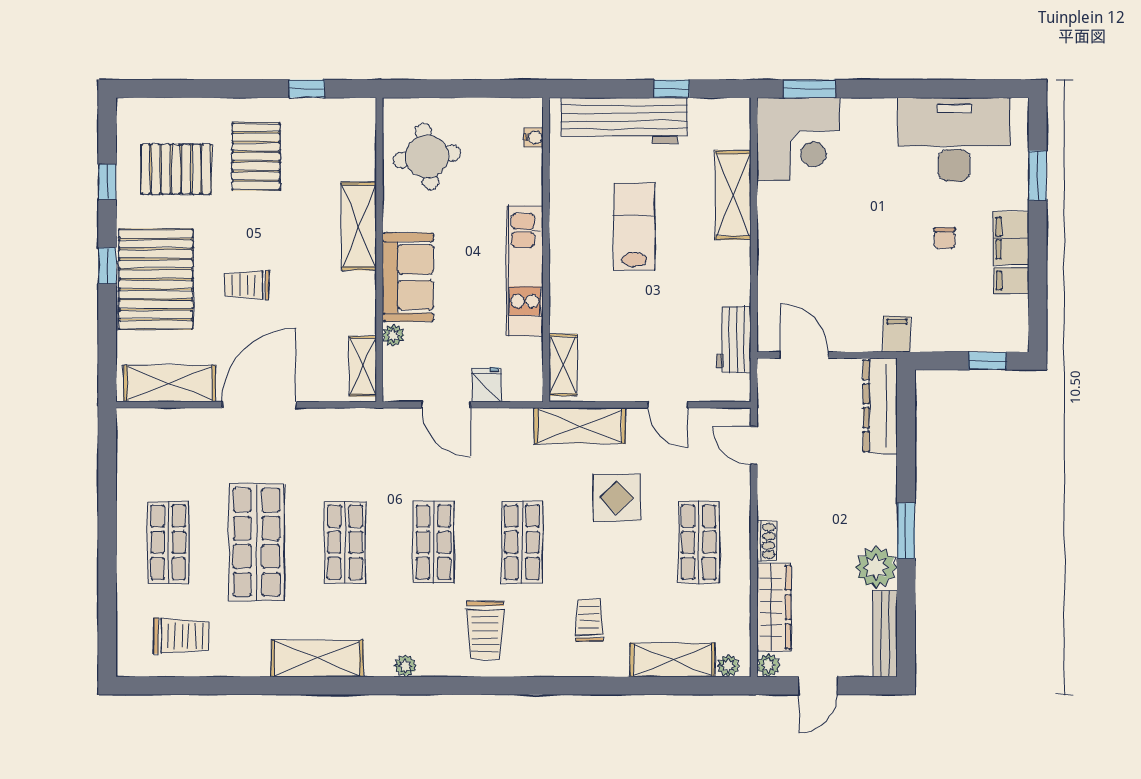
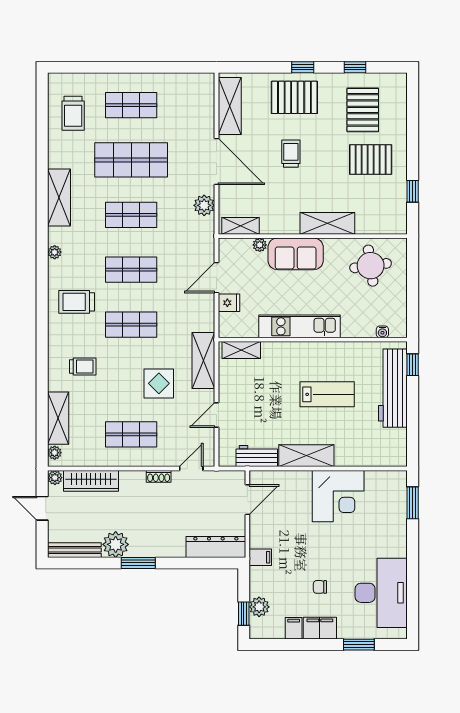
window: (672, 89) -> (413, 365), moved
corner desk: (798, 139) -> (338, 496), moved, turned -90
shelving: (733, 195) -> (306, 456), moved
pallet: (156, 279) -> (294, 97), width x0.73, depth x0.71
plant: (977, 336) -> (259, 607), added
plant: (330, 425) -> (204, 205), added
shoe rack: (766, 541) -> (159, 476), moved

